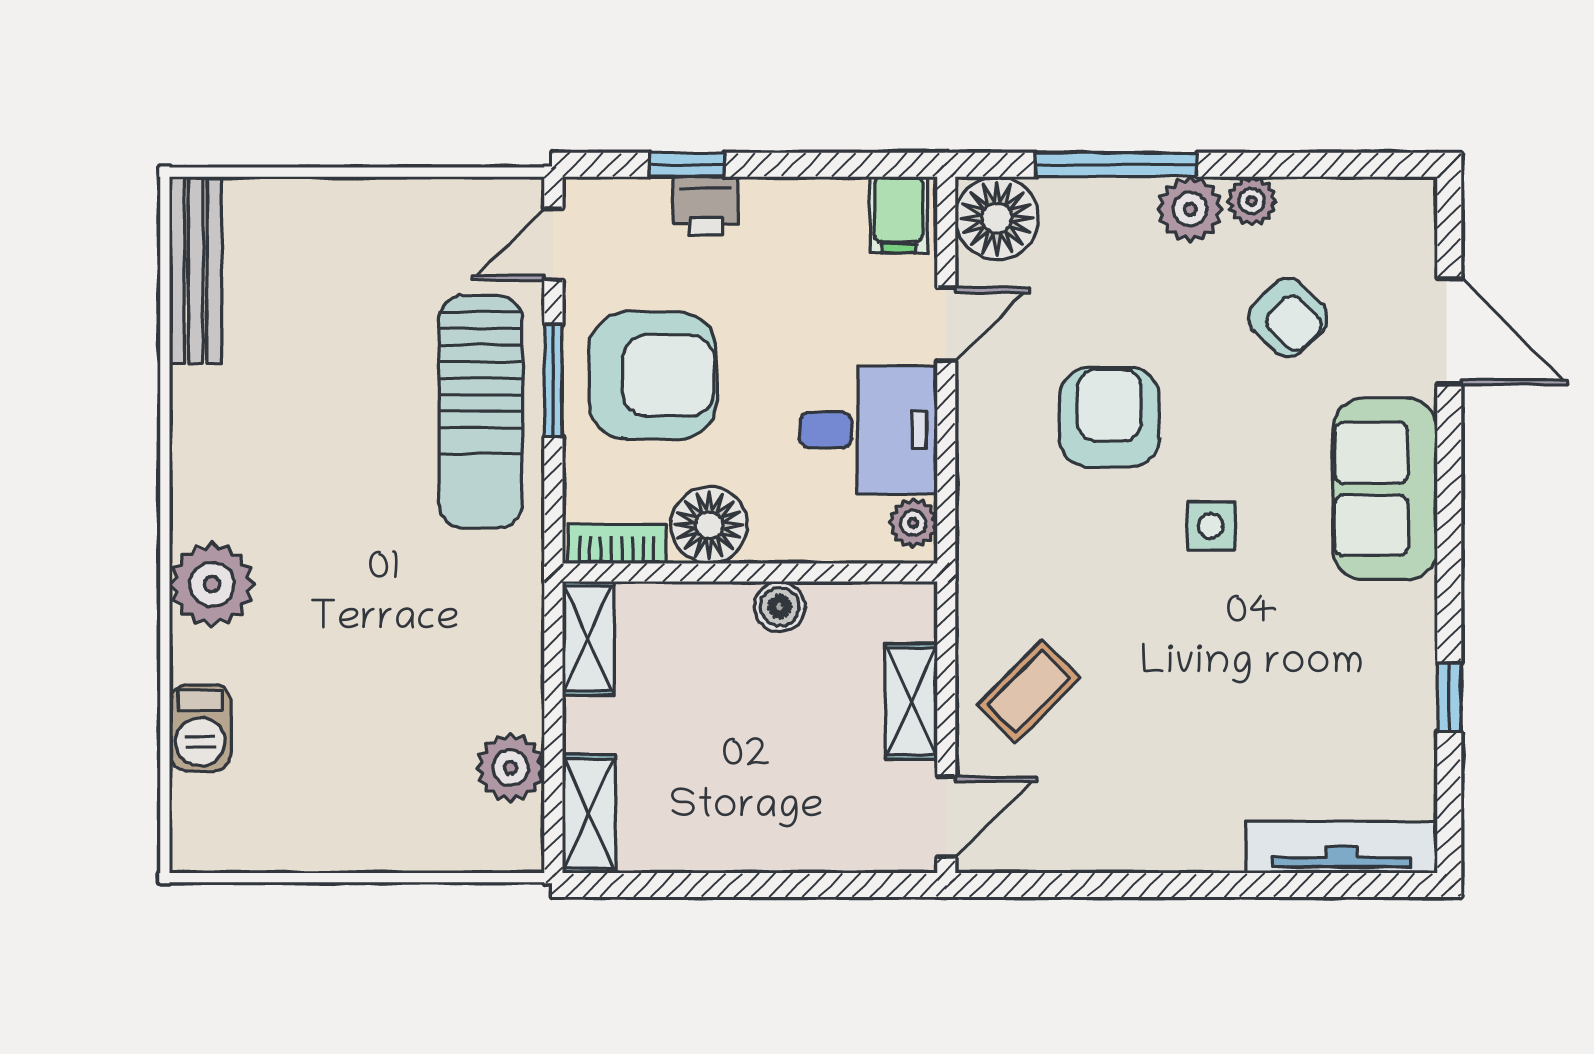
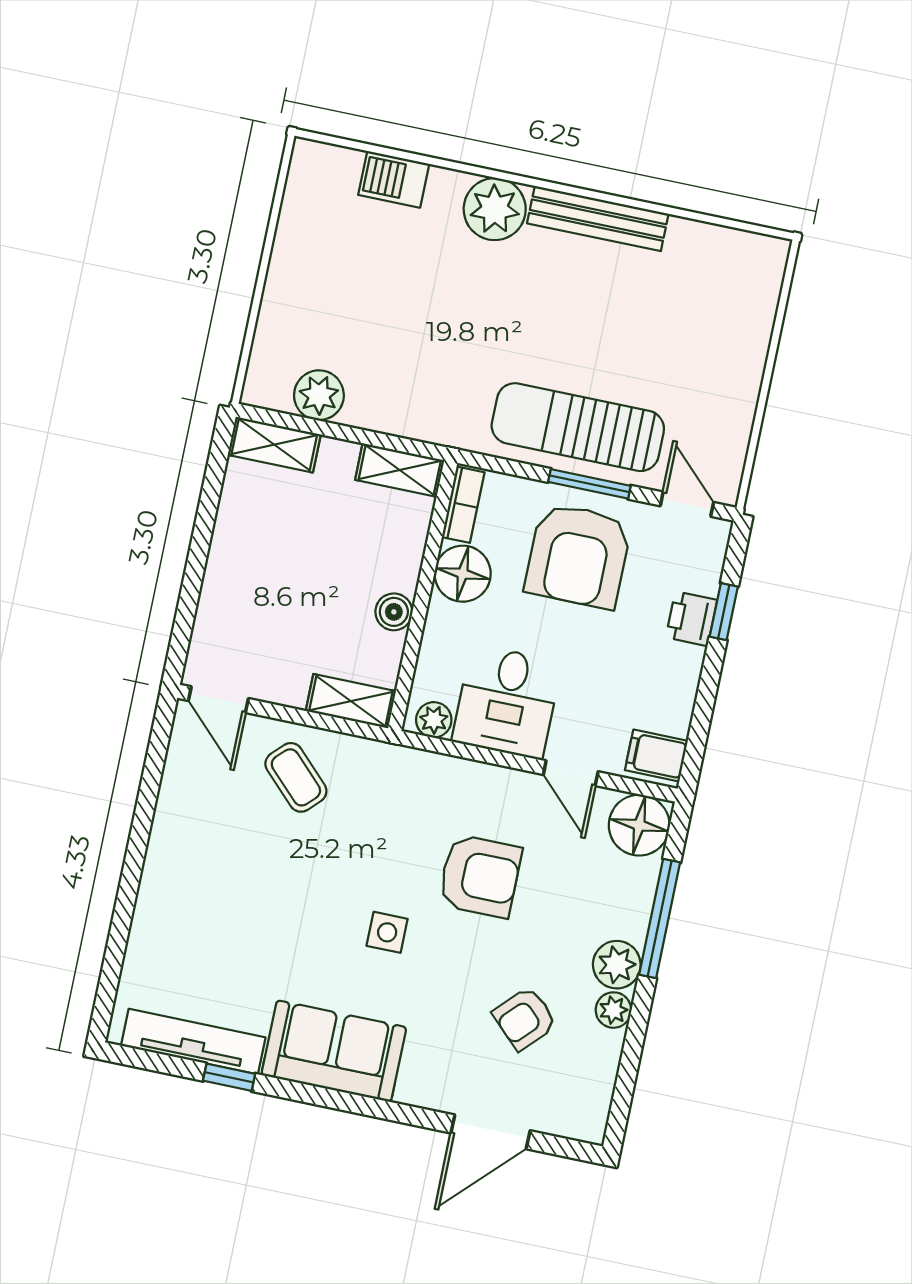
bench: (196, 270) -> (598, 219), moved
sofa: (1385, 489) -> (334, 1051), moved
shelving: (911, 701) -> (351, 701), moved
tv unit: (1342, 847) -> (193, 1042), moved, turned -90

